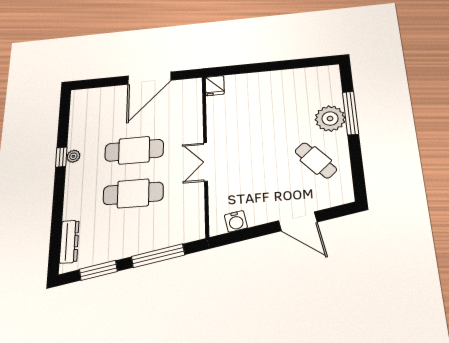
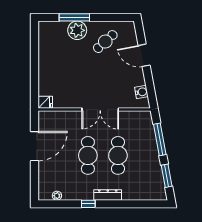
door: (149, 78) -> (35, 146), hinge flipped
plant: (73, 156) -> (57, 196), moved
double door: (206, 162) -> (100, 109), width x1.37
door: (298, 221) -> (144, 55), swing flipped
dresser: (69, 242) -> (108, 195), moved

